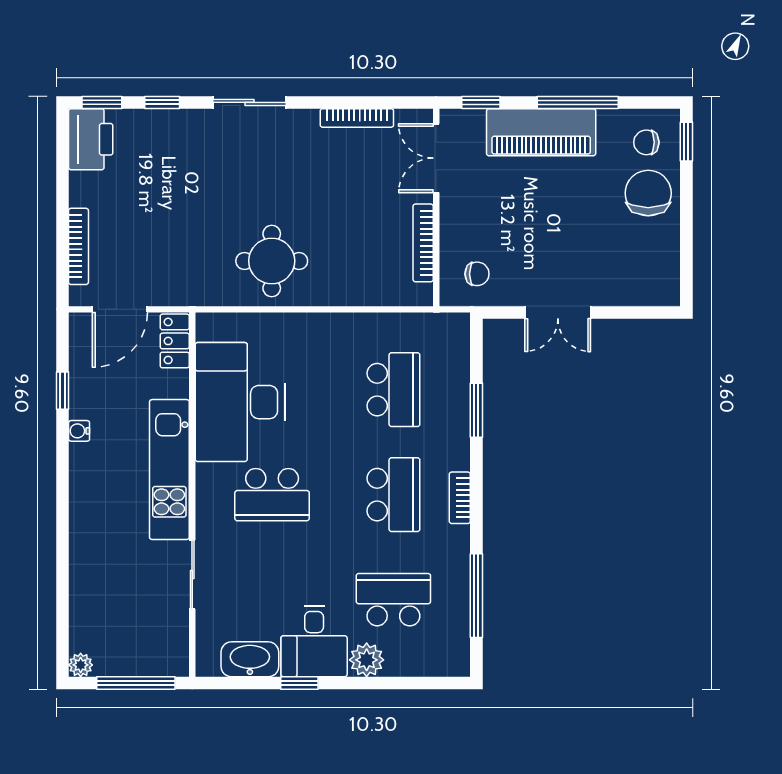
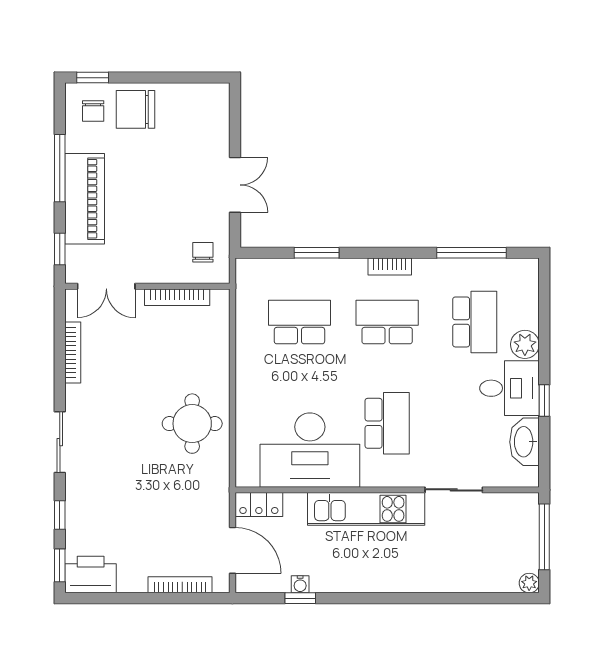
water cooler: (79, 431) -> (300, 584), moved
school desk: (393, 600) -> (475, 322), turned 180

